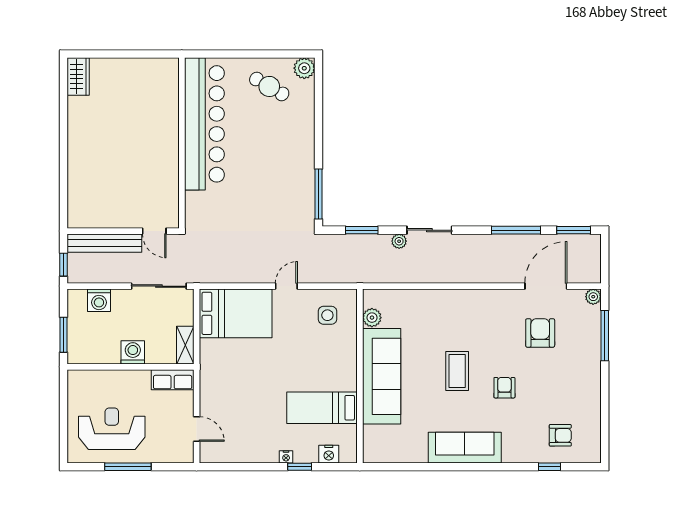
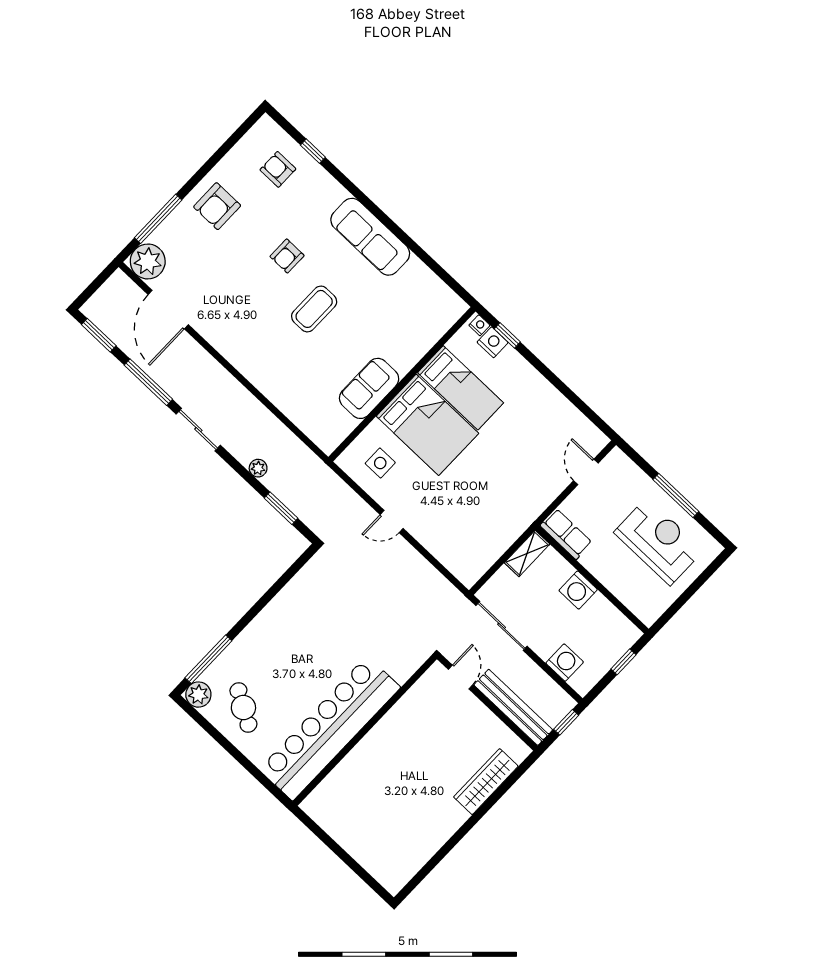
wardrobe: (78, 76) -> (486, 782), moved, width x1.50
window: (319, 194) -> (208, 659), moved
sliding door: (429, 230) -> (198, 430), moved
door: (546, 286) -> (168, 310), hinge flipped
plant: (593, 297) -> (148, 261), width x1.88, depth x1.88
bed: (236, 313) -> (427, 425), moved, turned 180
plant: (372, 318) -> (344, 425), removed
armchair: (540, 333) -> (217, 206), moved
window: (64, 335) -> (623, 662), width x0.67
sofa: (382, 376) -> (369, 388), width x0.54, depth x0.79
reception desk: (112, 429) -> (659, 541), turned 180
nightstand: (286, 457) -> (479, 325), moved
window: (300, 467) -> (507, 335), moved

